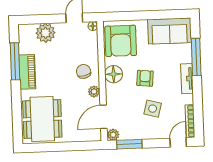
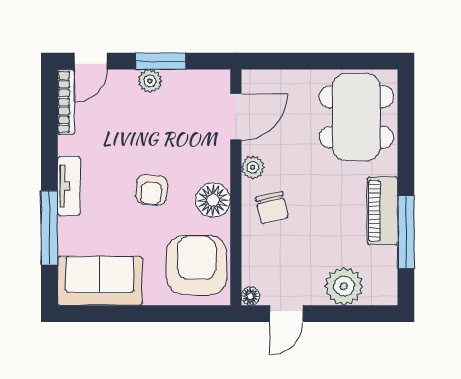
side table: (153, 109) -> (139, 130), removed
plant: (113, 135) -> (150, 81), moved
window: (129, 144) -> (161, 61), moved

